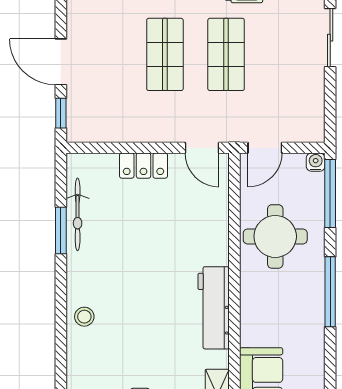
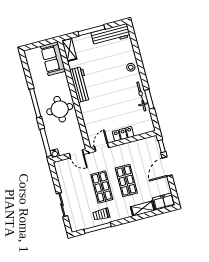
door: (61, 62) -> (167, 167), swing flipped
door: (202, 148) -> (102, 147), hinge flipped
door: (265, 148) -> (76, 154), swing flipped
bicycle: (78, 214) -> (141, 96), moved
round table: (275, 236) -> (60, 109), moved

